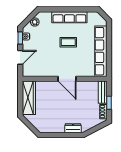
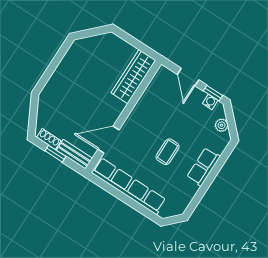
row of seats: (69, 17) -> (203, 167), width x0.68
door: (67, 79) -> (108, 140), moved
wardrobe: (29, 98) -> (133, 77), moved, turned 90
dresser: (73, 128) -> (53, 86), removed

